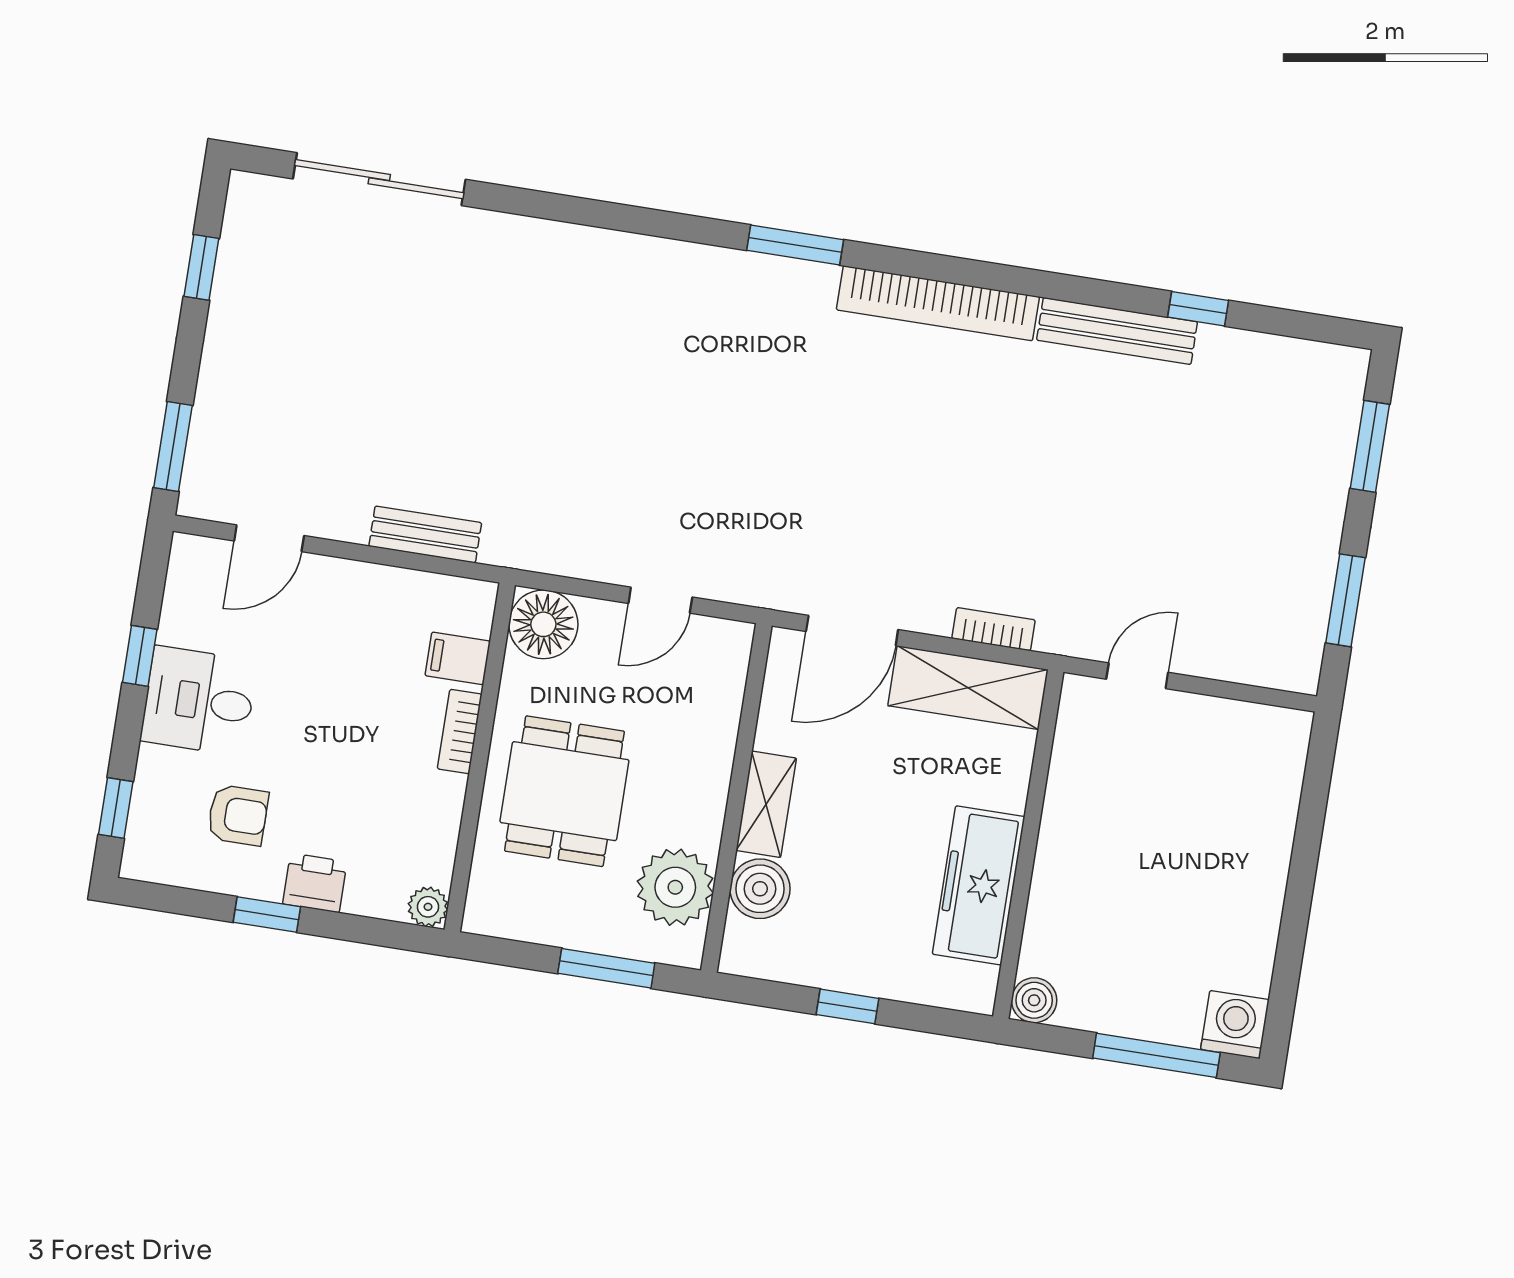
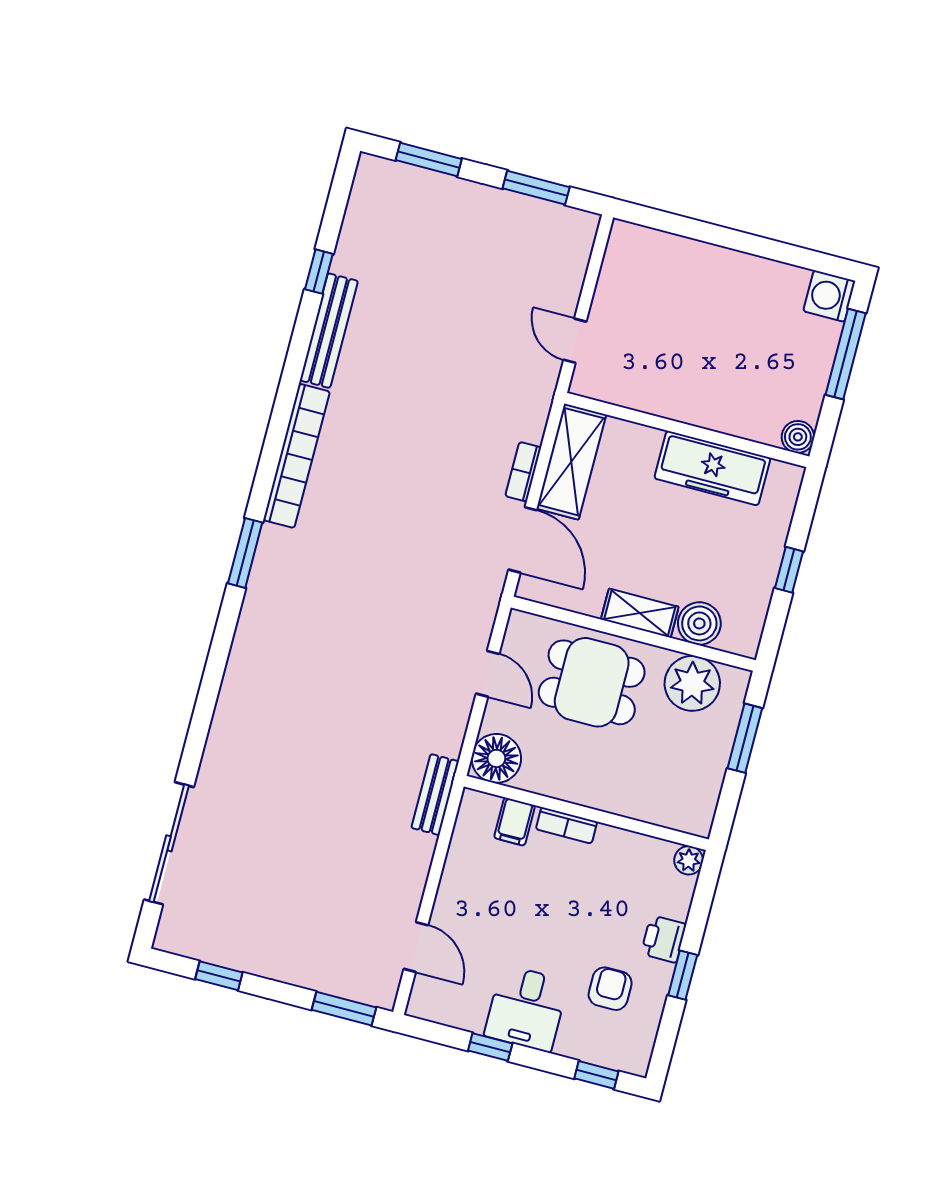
bench: (425, 534) -> (435, 795), moved
bookcase: (994, 629) -> (523, 472), moved
dining table: (564, 791) -> (592, 682), moved

